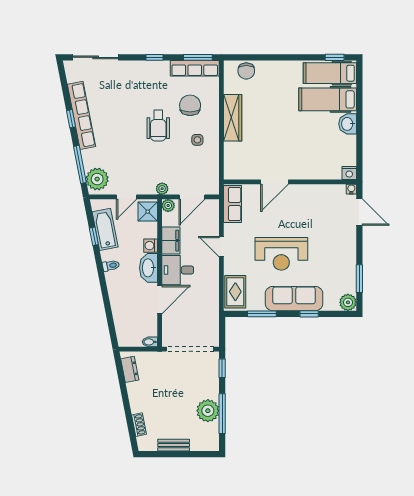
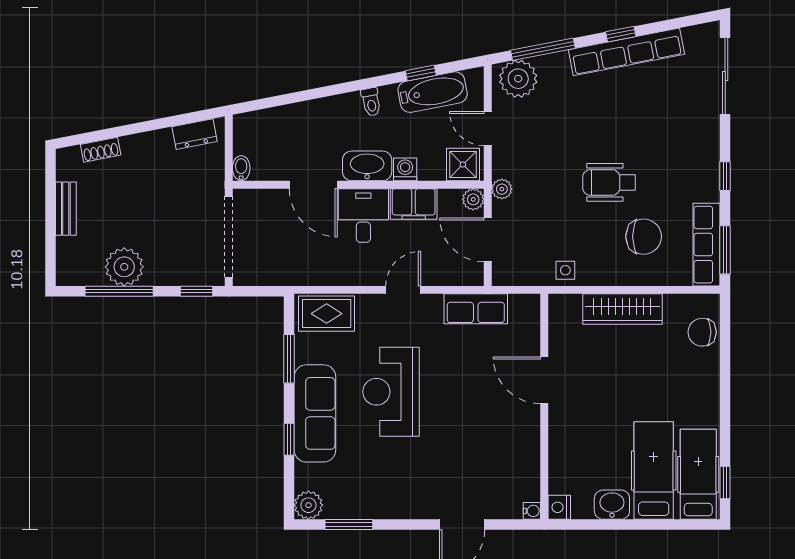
side table: (197, 140) -> (565, 270), moved
nightstand: (349, 173) -> (559, 507), moved
door: (275, 182) -> (544, 380), moved
wall: (290, 182) -> (544, 407), moved
water cooler: (351, 189) -> (532, 511), moved

